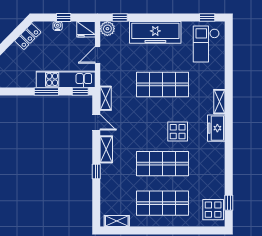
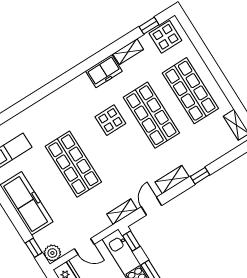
shelving: (219, 102) -> (128, 52), moved
freezer: (216, 128) -> (104, 71), moved

